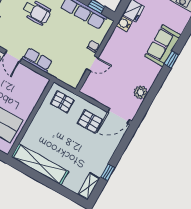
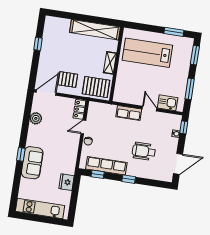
water cooler: (124, 24) -> (70, 169), removed
locker: (90, 84) -> (79, 109), added
pallet: (62, 102) -> (96, 87), width x1.50, depth x1.42
shelving: (89, 186) -> (110, 63), moved

